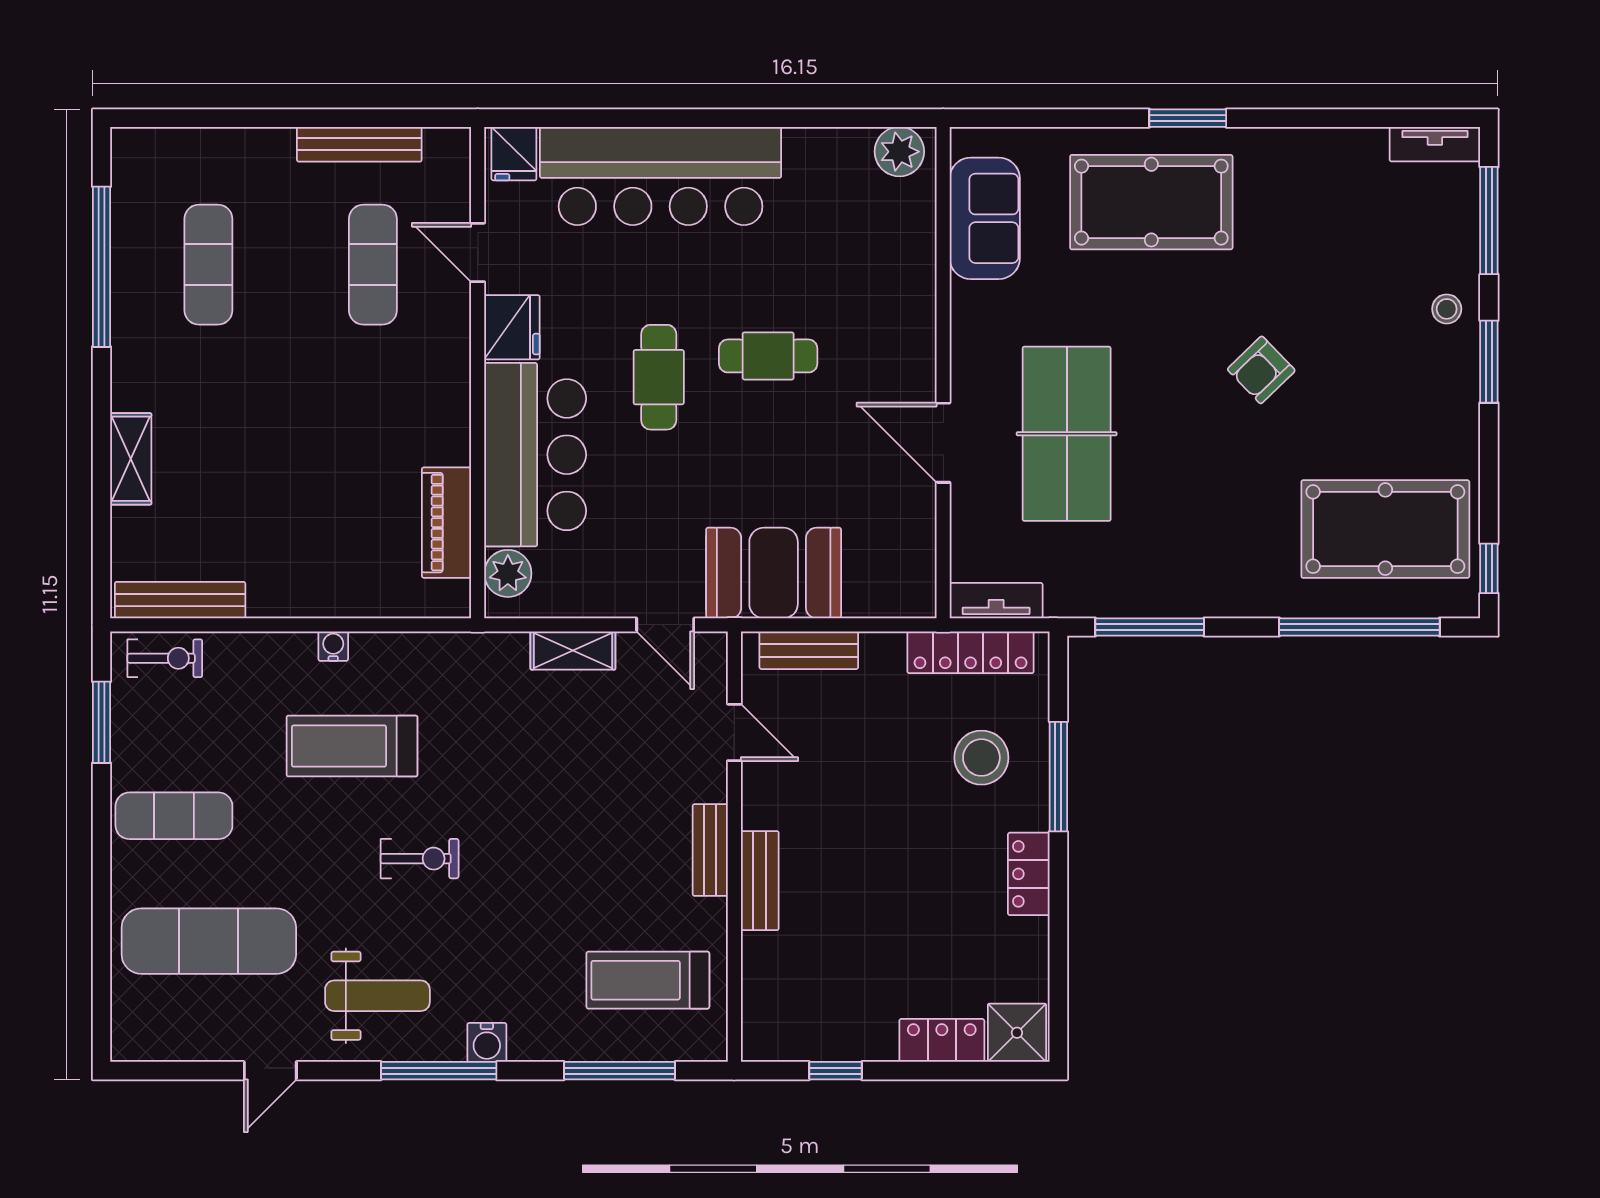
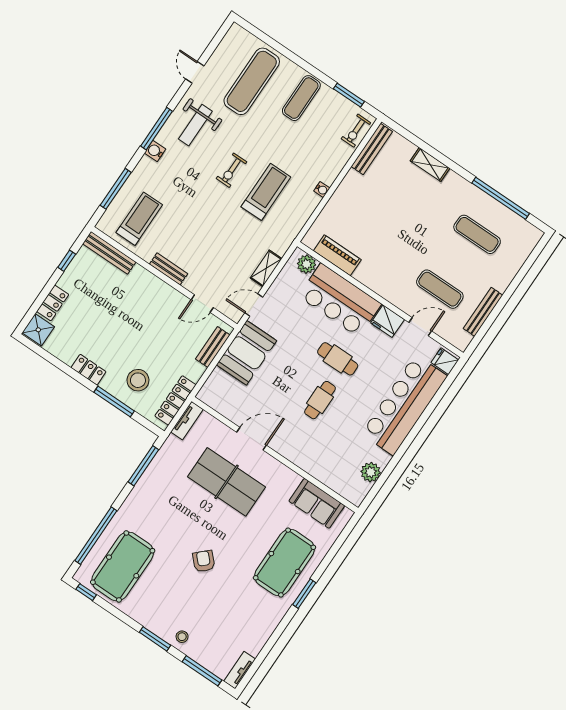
plant: (899, 152) -> (371, 472), moved
treadmill: (352, 746) -> (266, 192), moved
bench: (760, 881) -> (109, 253), moved, width x1.36

